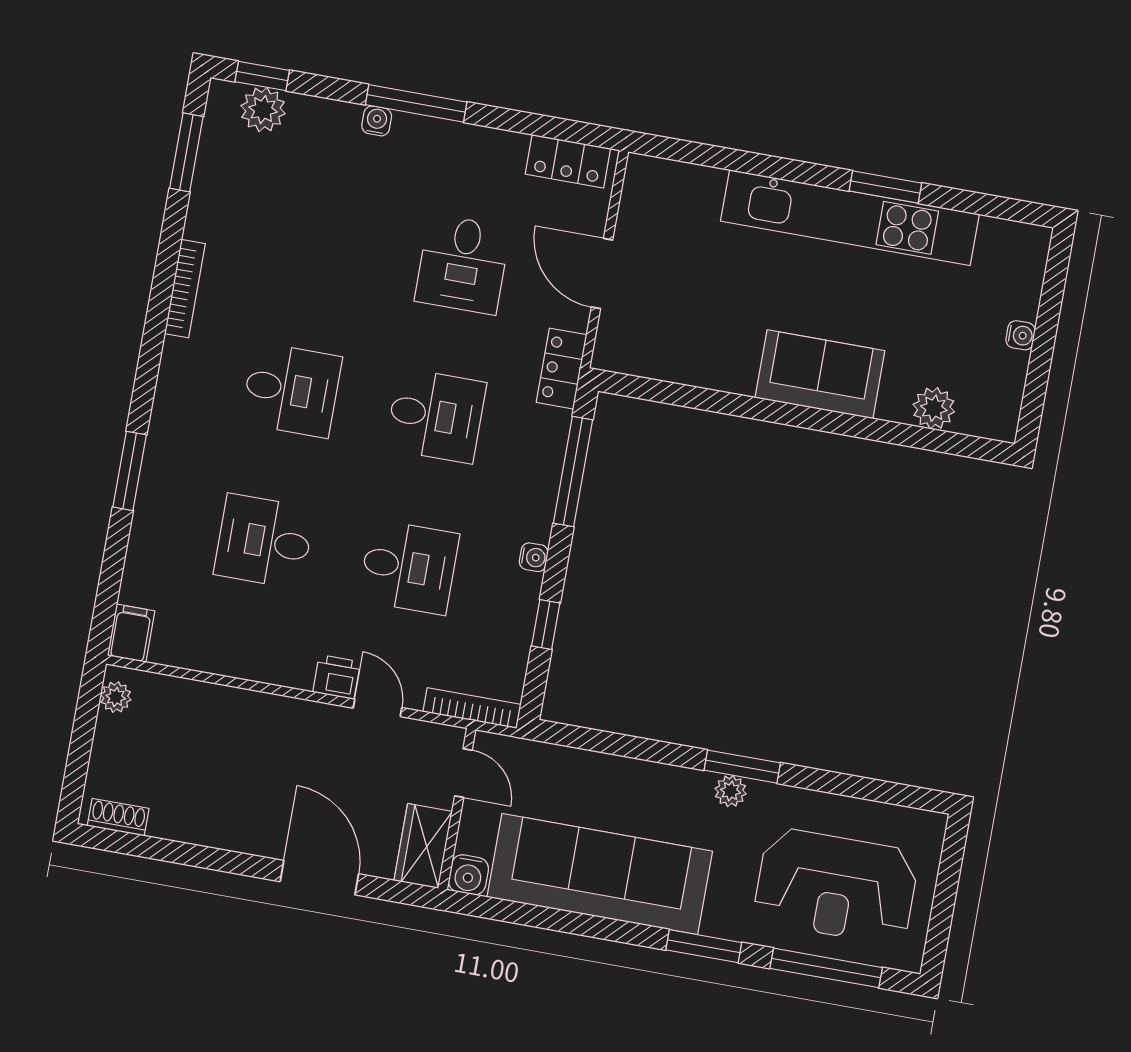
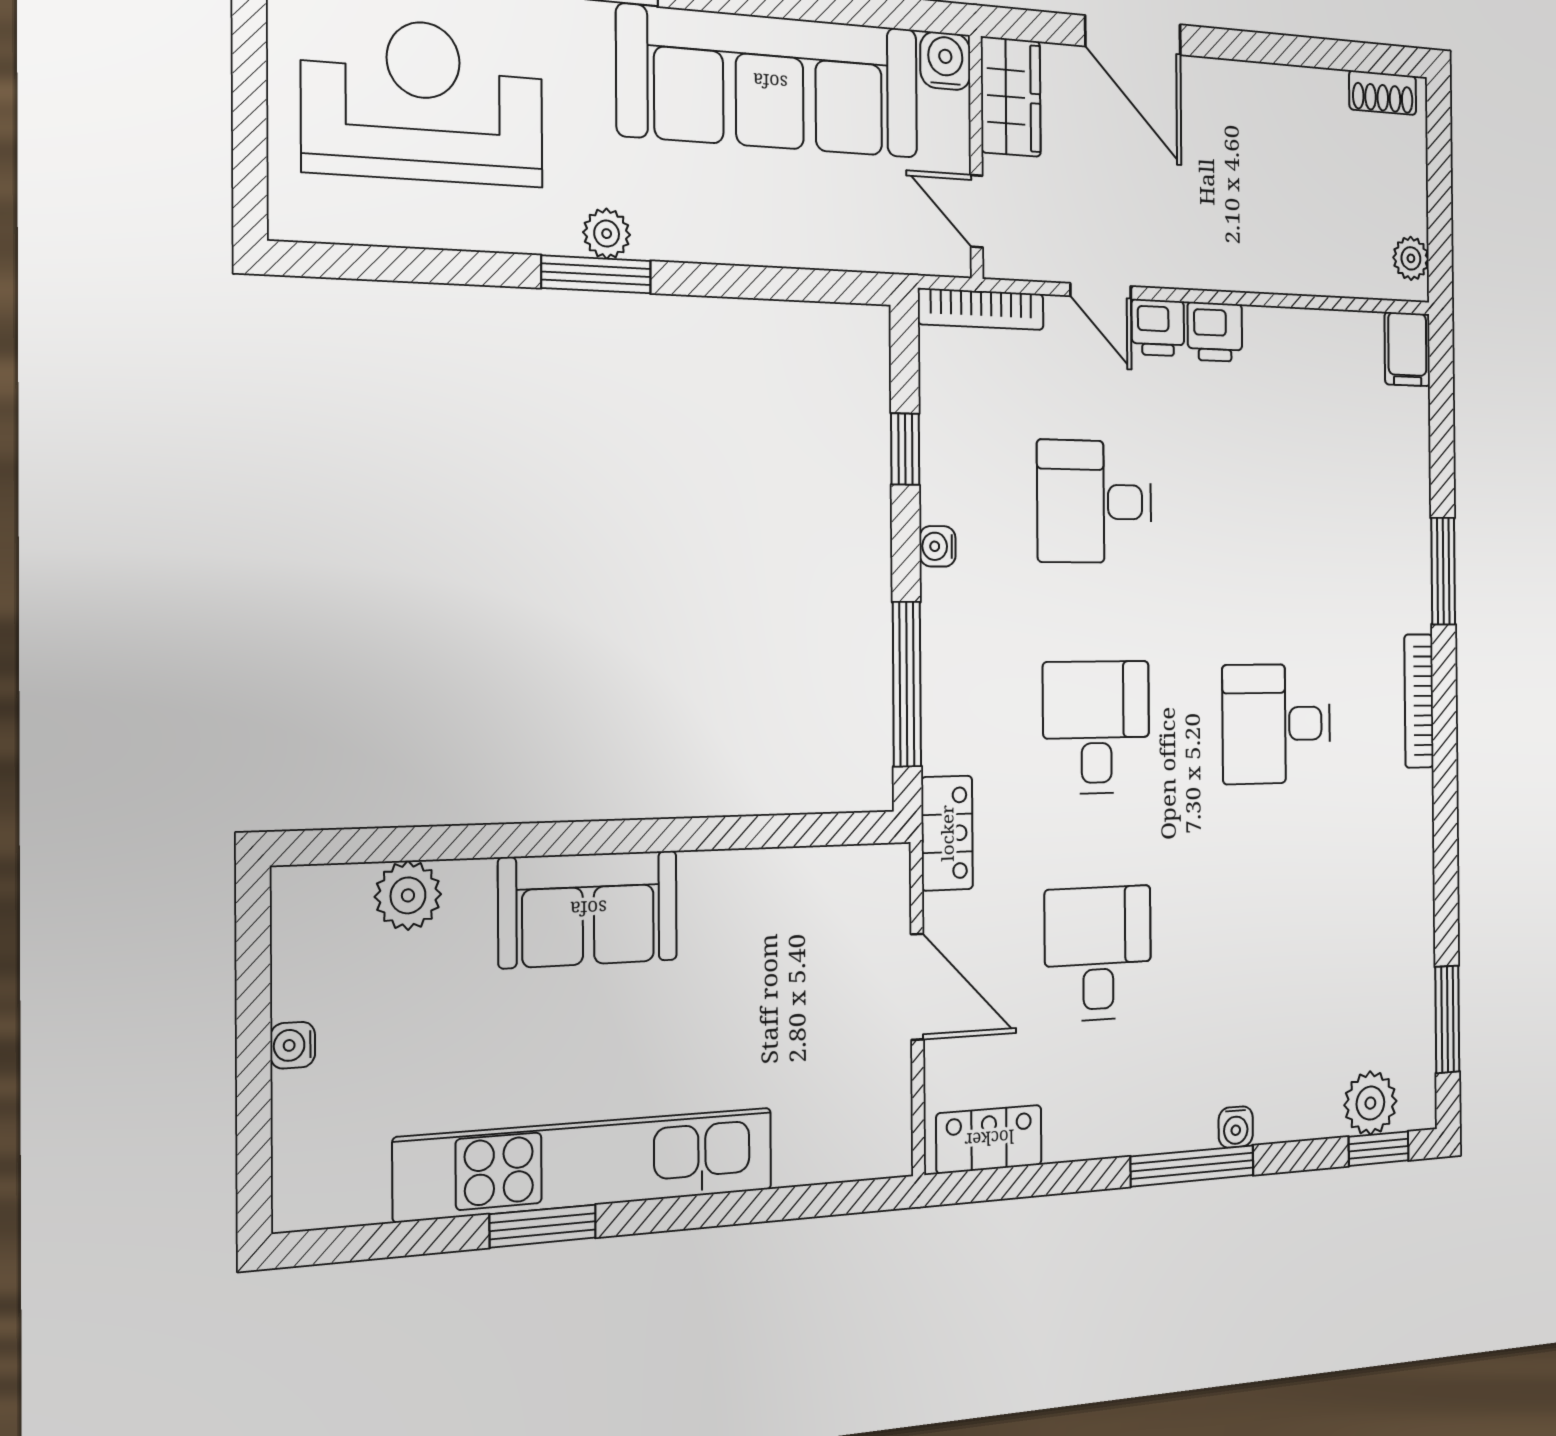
bookcase: (185, 289) -> (1419, 701), moved
desk: (436, 416) -> (1096, 727), turned 90
desk: (264, 541) -> (1275, 505), removed
printer: (291, 668) -> (1215, 332), added

